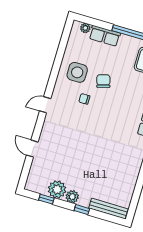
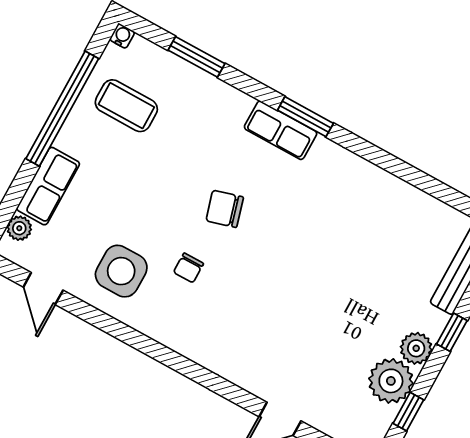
chair: (103, 81) -> (225, 209), moved
door: (45, 105) -> (43, 289), moved

